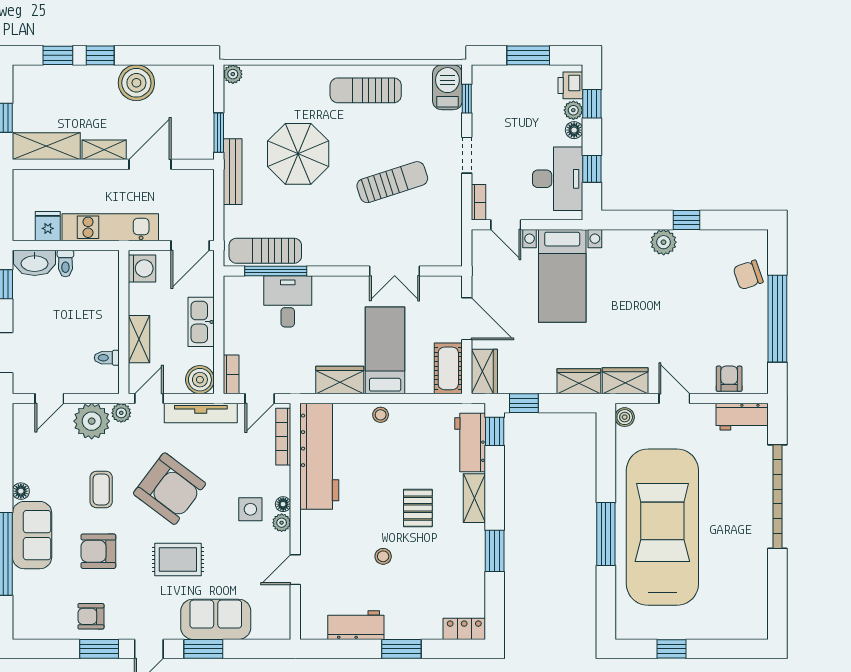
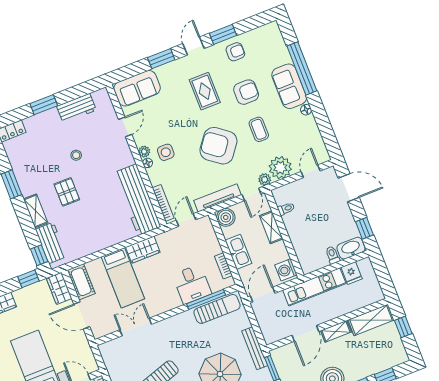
bookcase: (231, 374) -> (223, 266), moved
stool: (381, 415) -> (111, 238), removed
rug: (178, 560) -> (205, 91), moved, turned 90
sofa: (216, 619) -> (137, 88), moved

